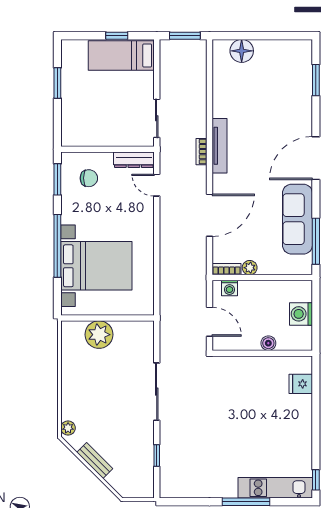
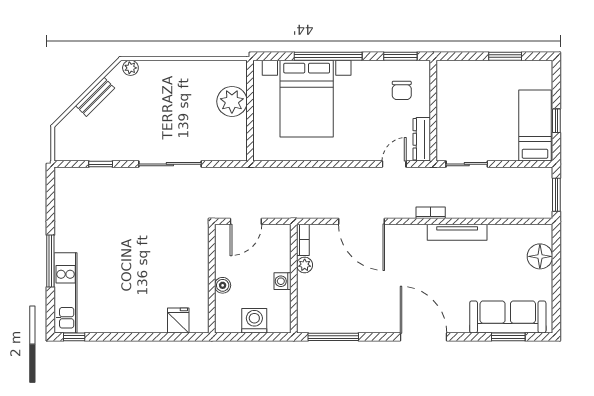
tv unit: (220, 146) -> (457, 232), moved
sofa: (297, 219) -> (508, 317), moved
washing machine: (229, 288) -> (283, 281), moved

